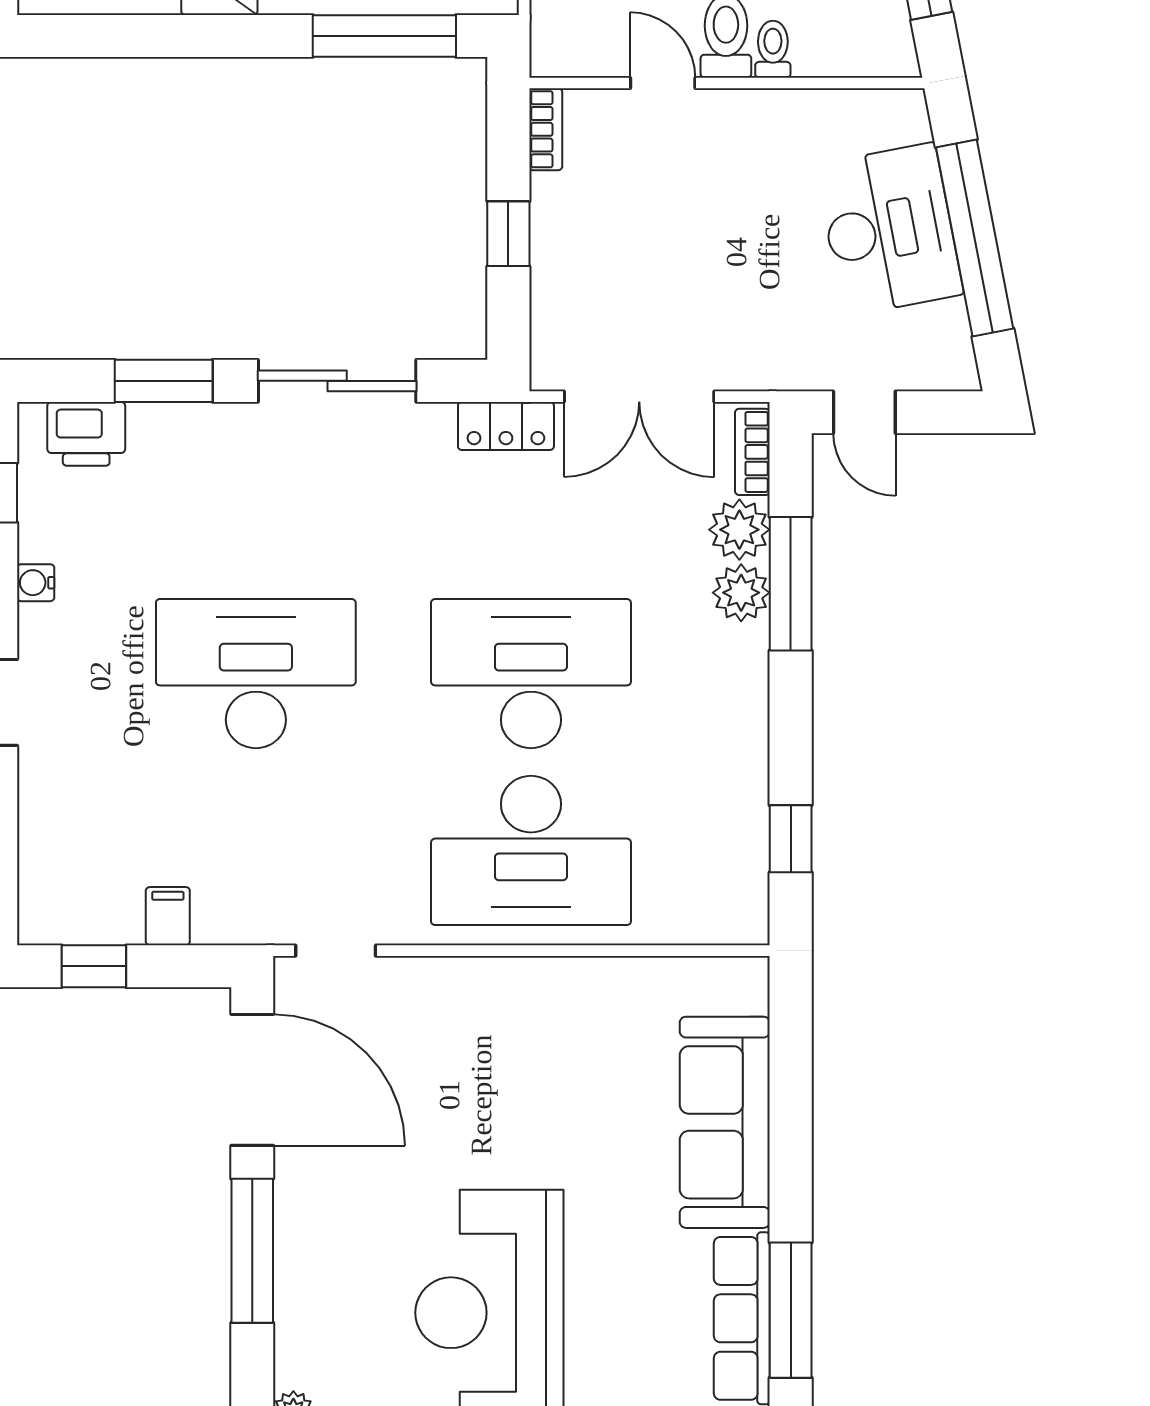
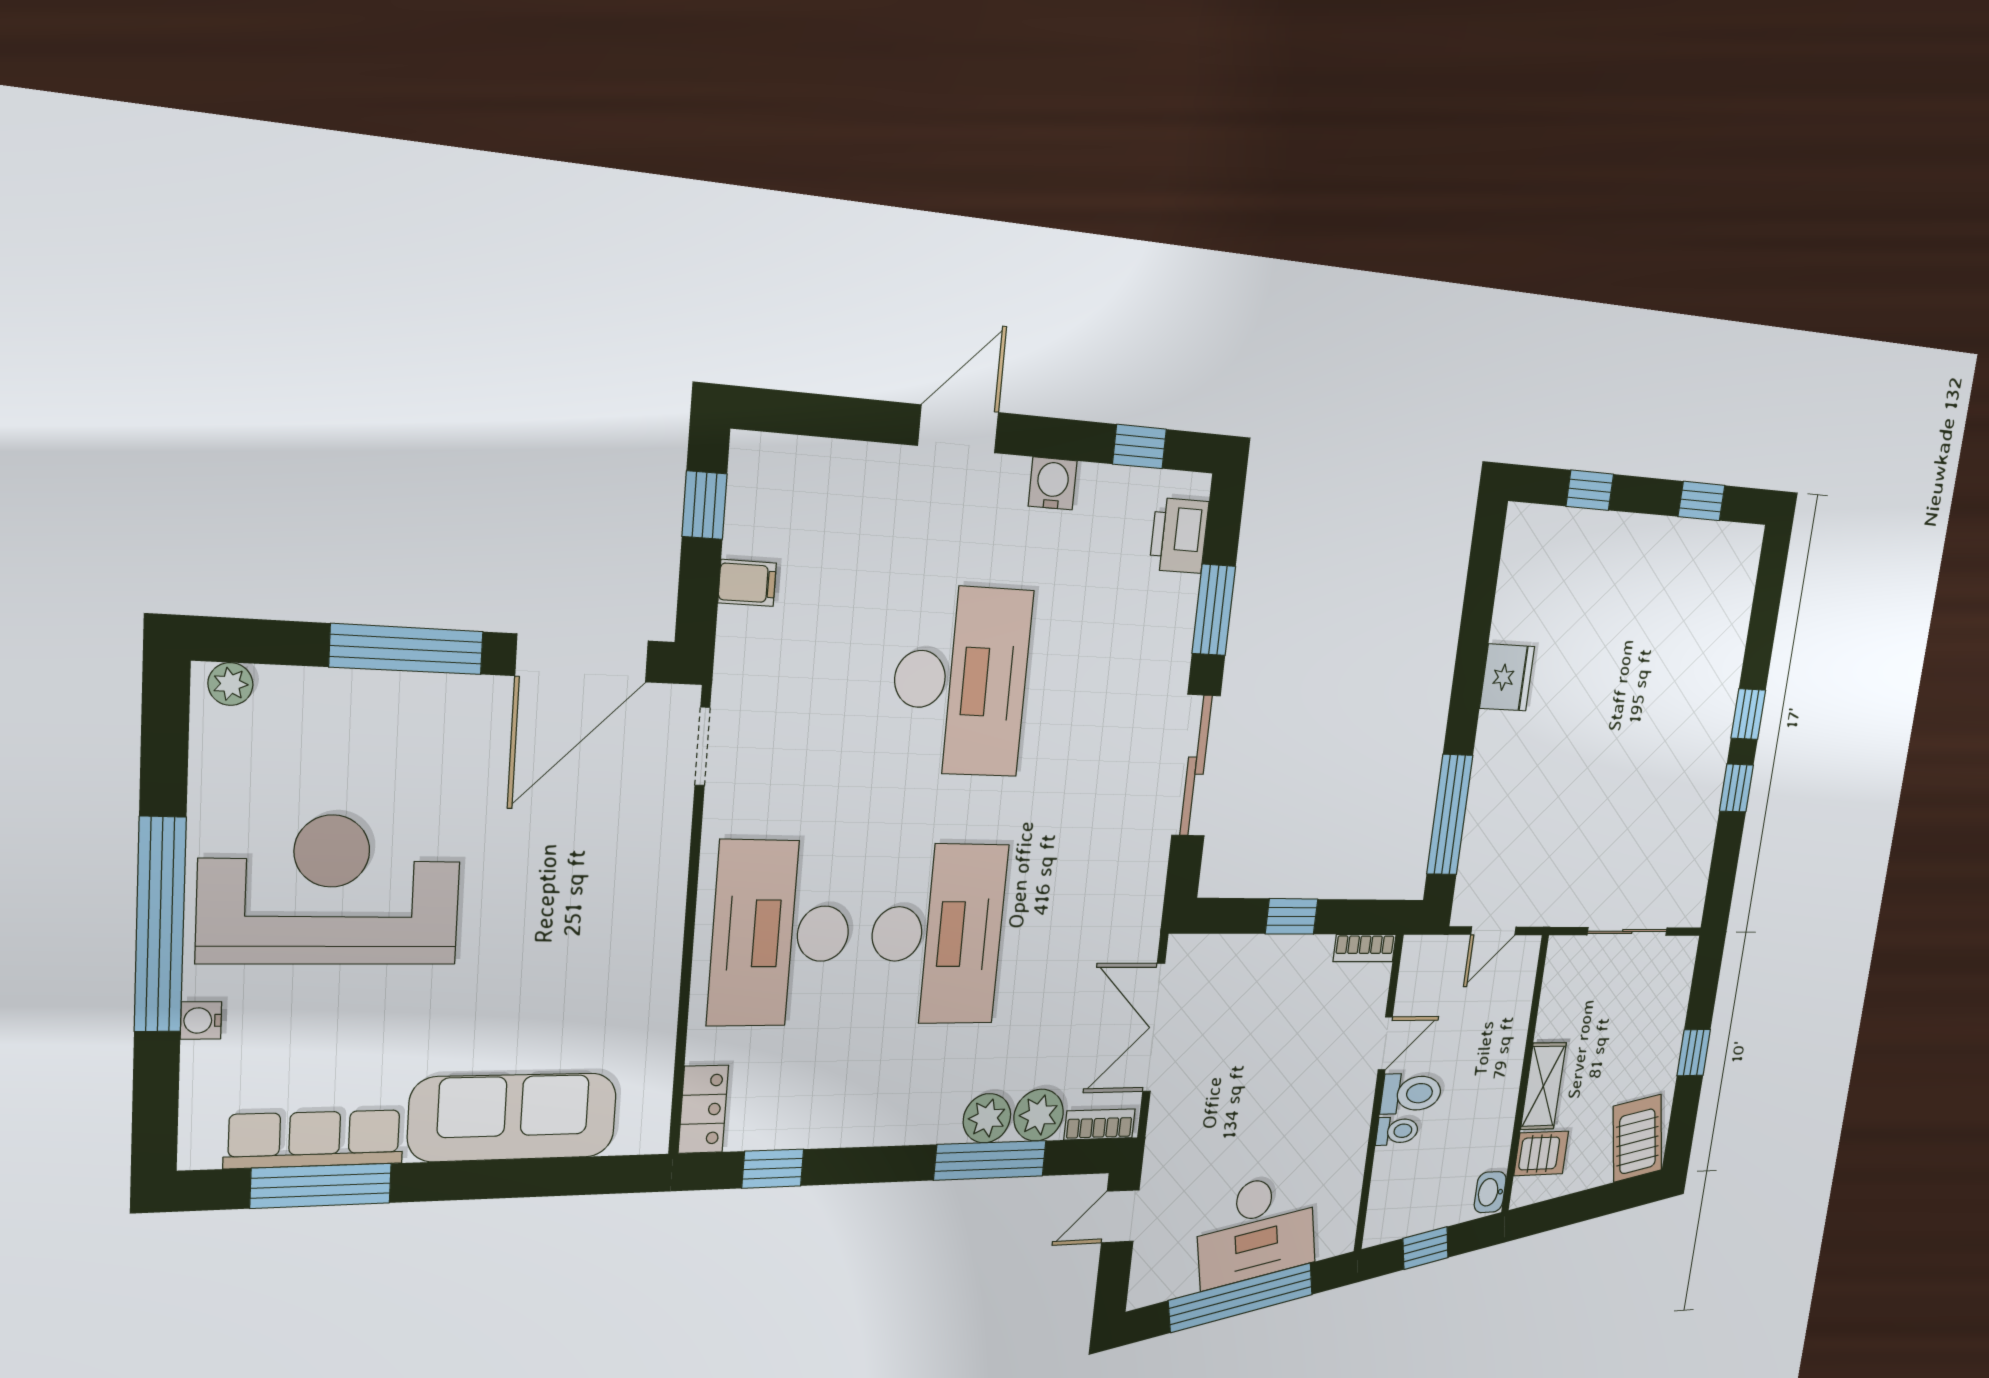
locker: (506, 426) -> (703, 1109), moved, turned 180
water cooler: (36, 583) -> (1053, 483), width x1.38, depth x1.38

